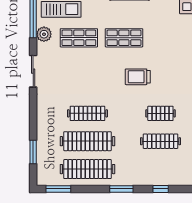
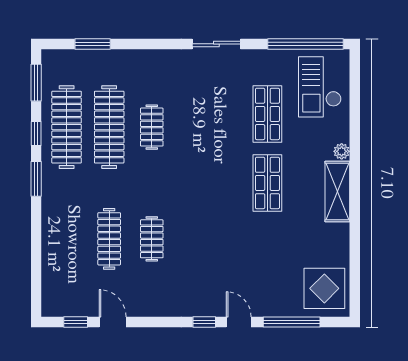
plant: (44, 34) -> (273, 61), removed
trolley: (138, 77) -> (208, 204), removed
clothes rail: (87, 113) -> (152, 127), width x0.73
window: (161, 189) -> (36, 133), moved

